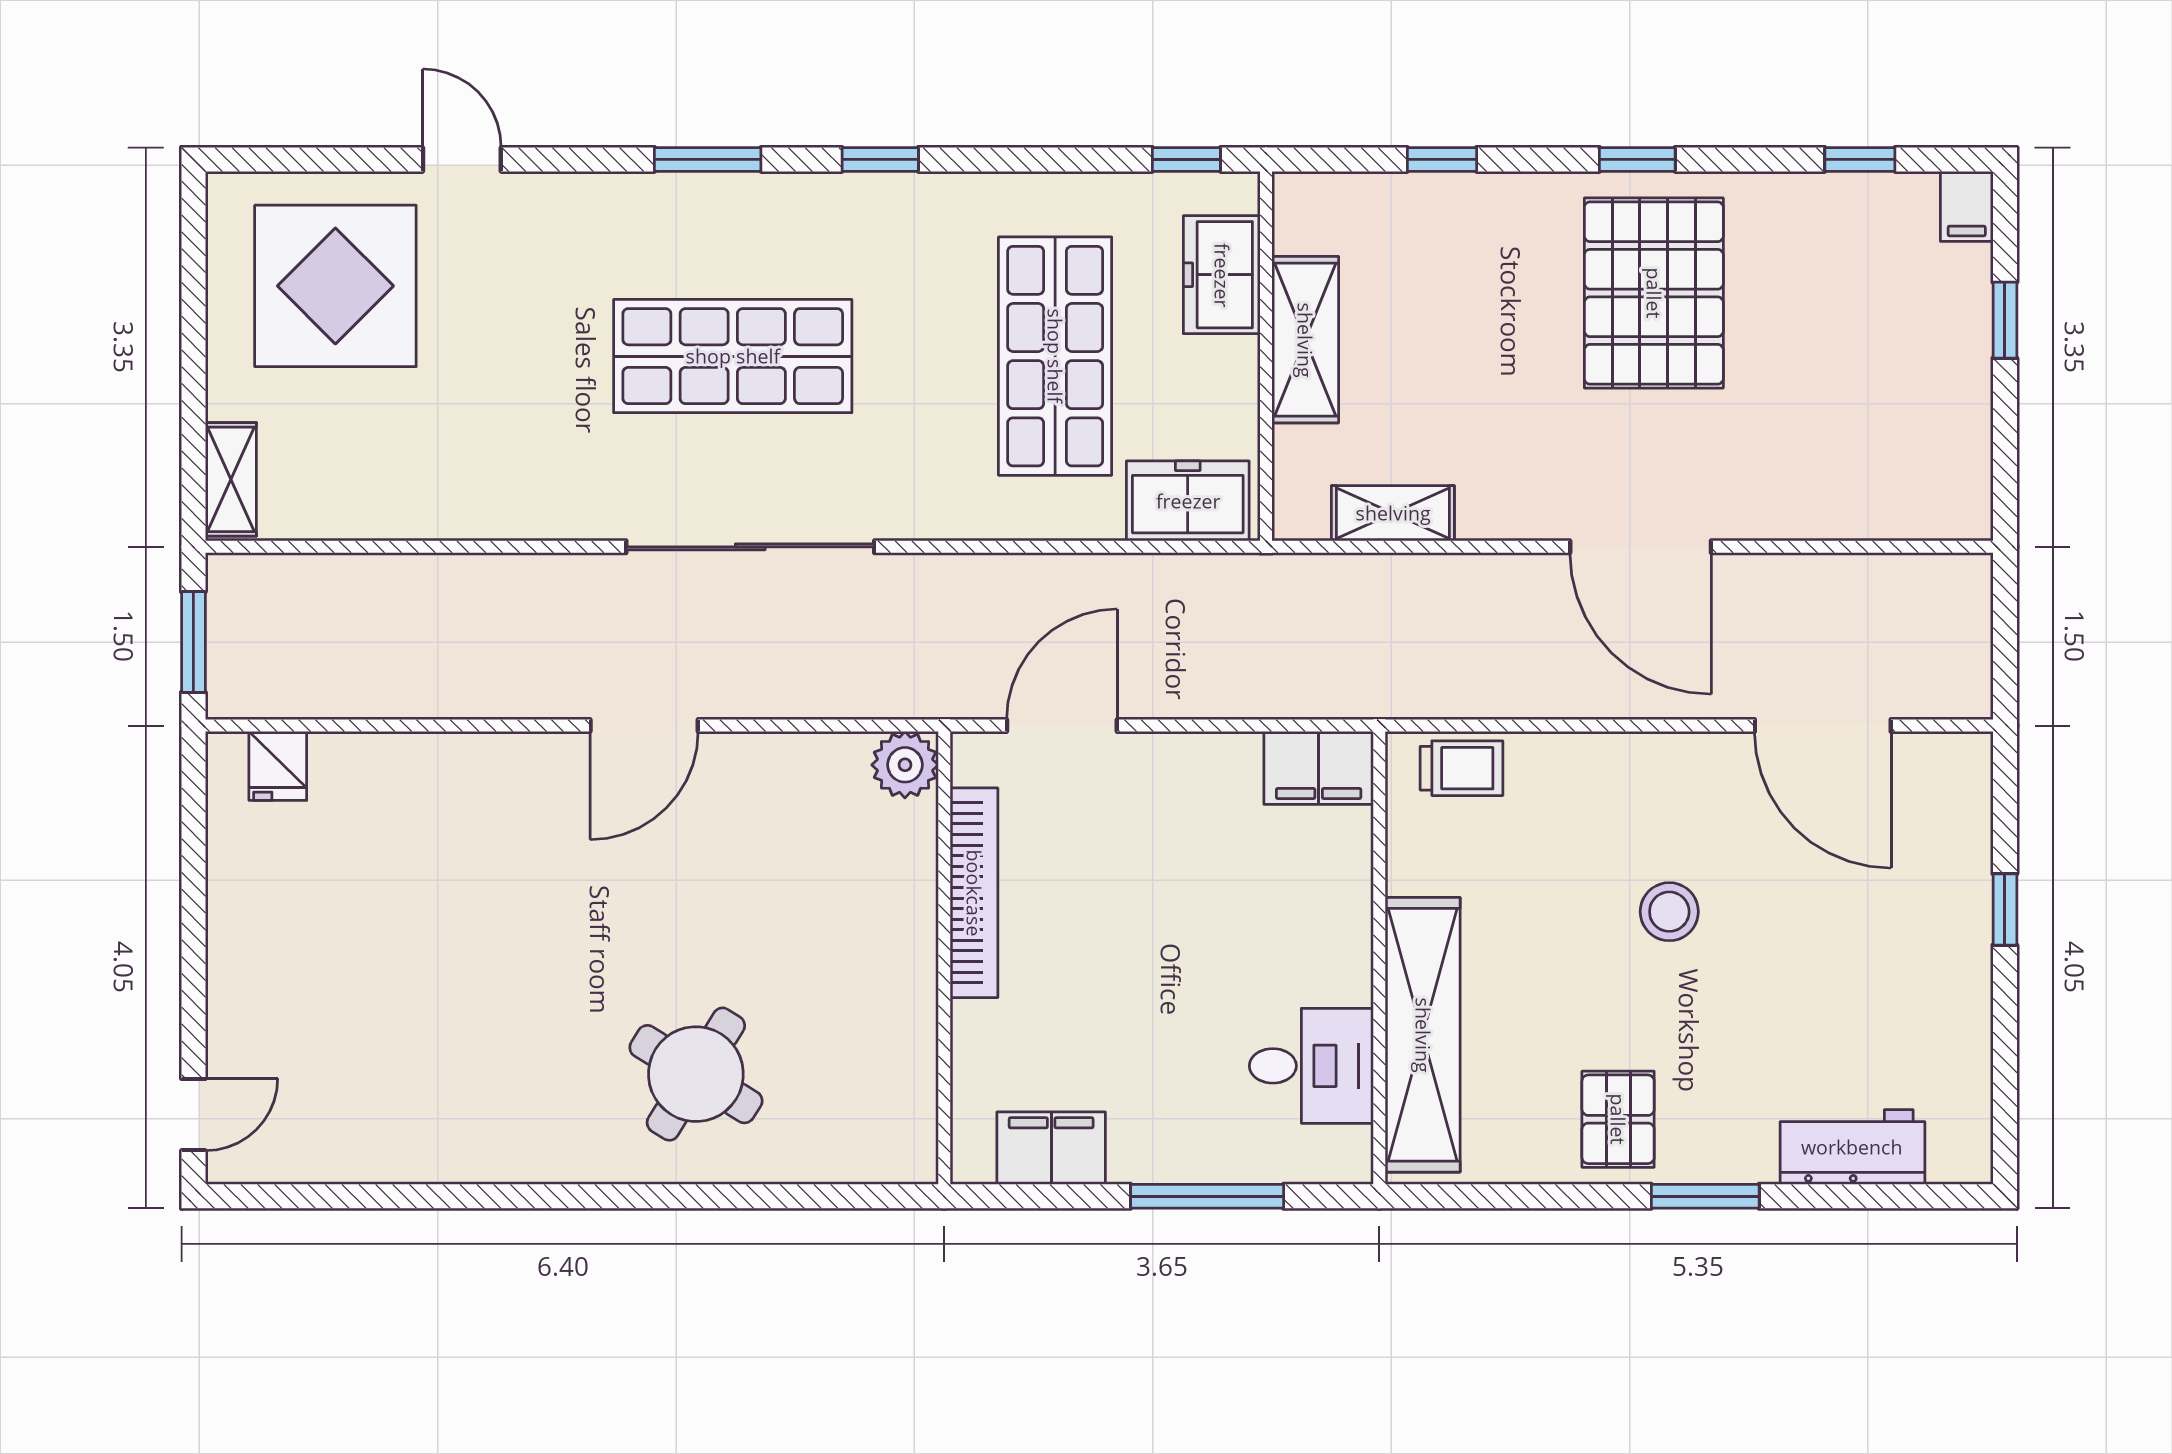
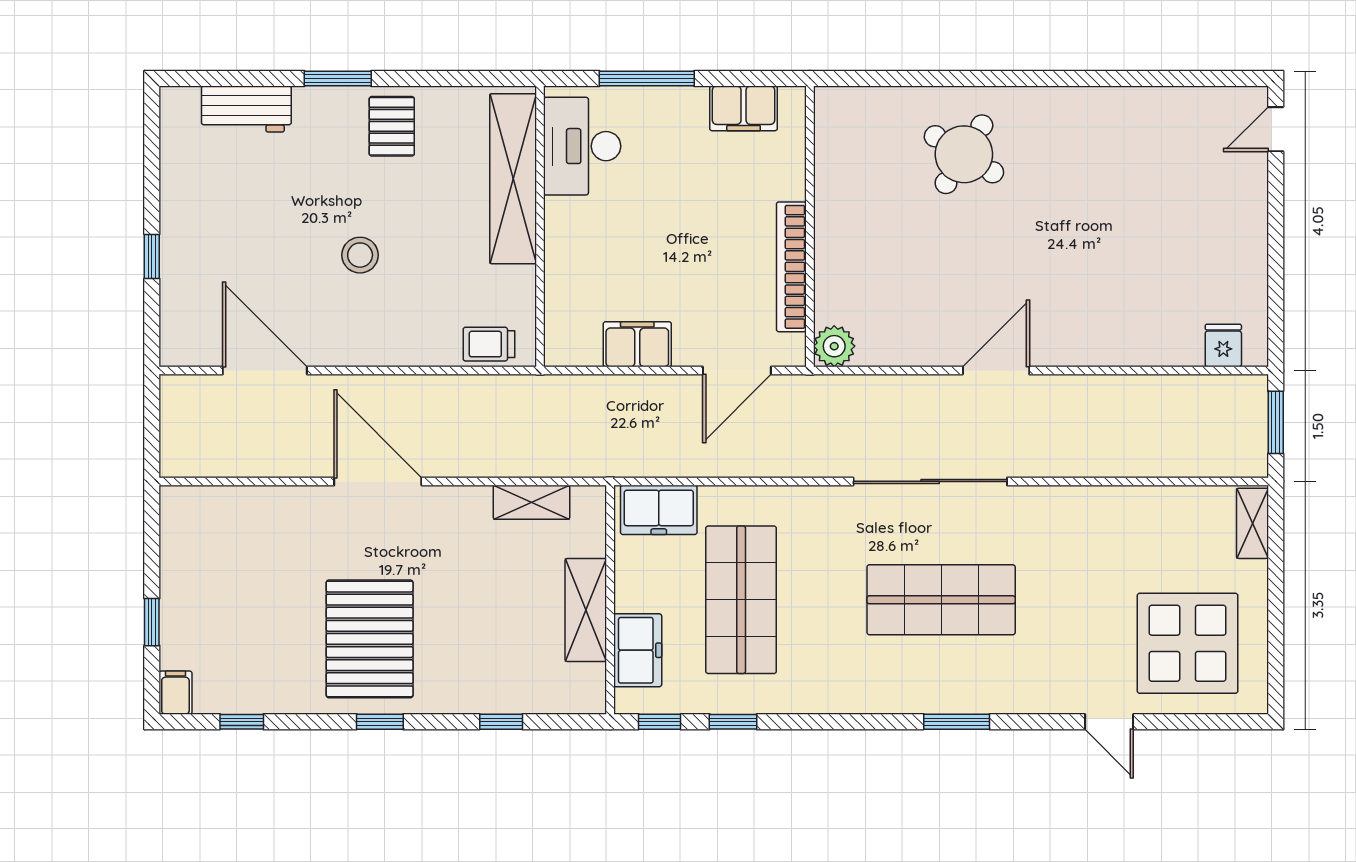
window: (880, 159) -> (733, 722), moved
filing cabinet: (1319, 768) -> (637, 344), moved
desk: (1311, 1066) -> (582, 146), width x1.37

